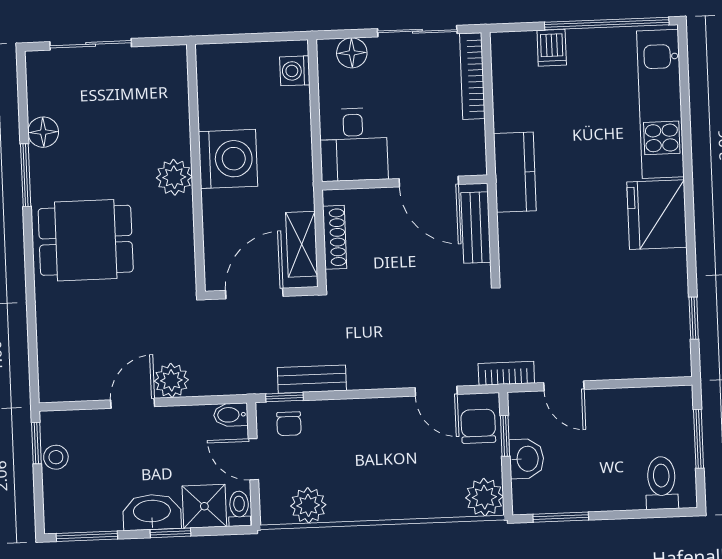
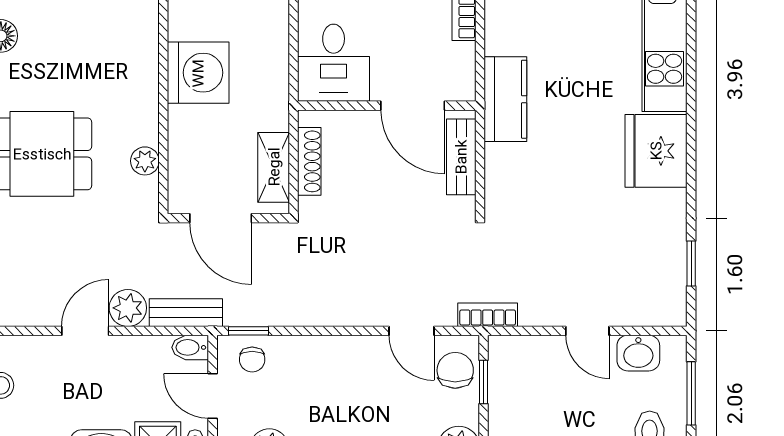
plant: (174, 177) -> (145, 161), moved, width x0.73, depth x0.73
door: (254, 293) -> (221, 218), swing flipped
bench: (312, 379) -> (186, 313), moved
door: (564, 386) -> (587, 331), moved
washbasin: (527, 459) -> (638, 353), moved, turned 90

